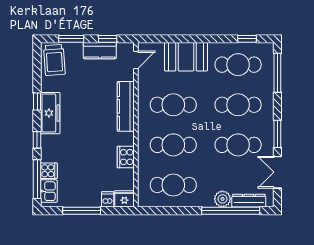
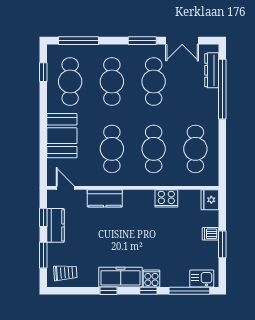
trolley: (54, 60) -> (65, 273), width x0.73, depth x0.72
kitchen counter: (126, 106) -> (105, 198), width x0.67
cooker: (49, 171) -> (151, 278), moved
dishwasher: (108, 199) -> (210, 234), moved
plant: (222, 199) -> (210, 98), removed
window: (82, 211) -> (222, 244), width x0.69

